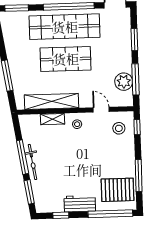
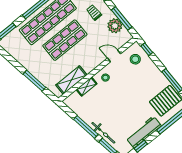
trolley: (113, 54) -> (94, 12), added
shelving: (51, 101) -> (71, 80), width x0.68
bicycle: (32, 162) -> (103, 133), moved
workbench: (80, 204) -> (144, 132), width x1.38

